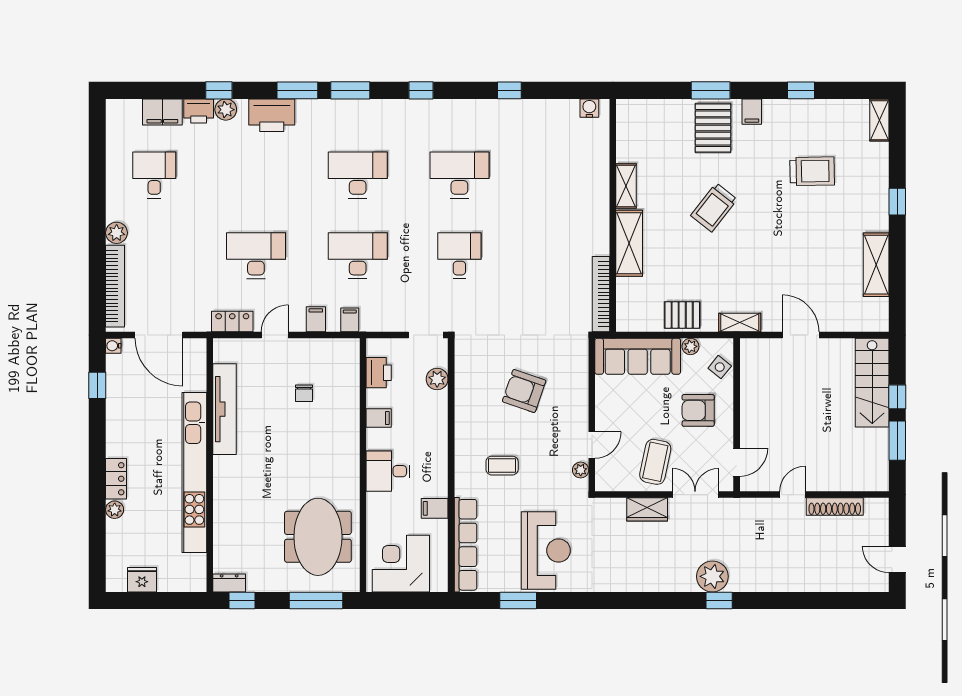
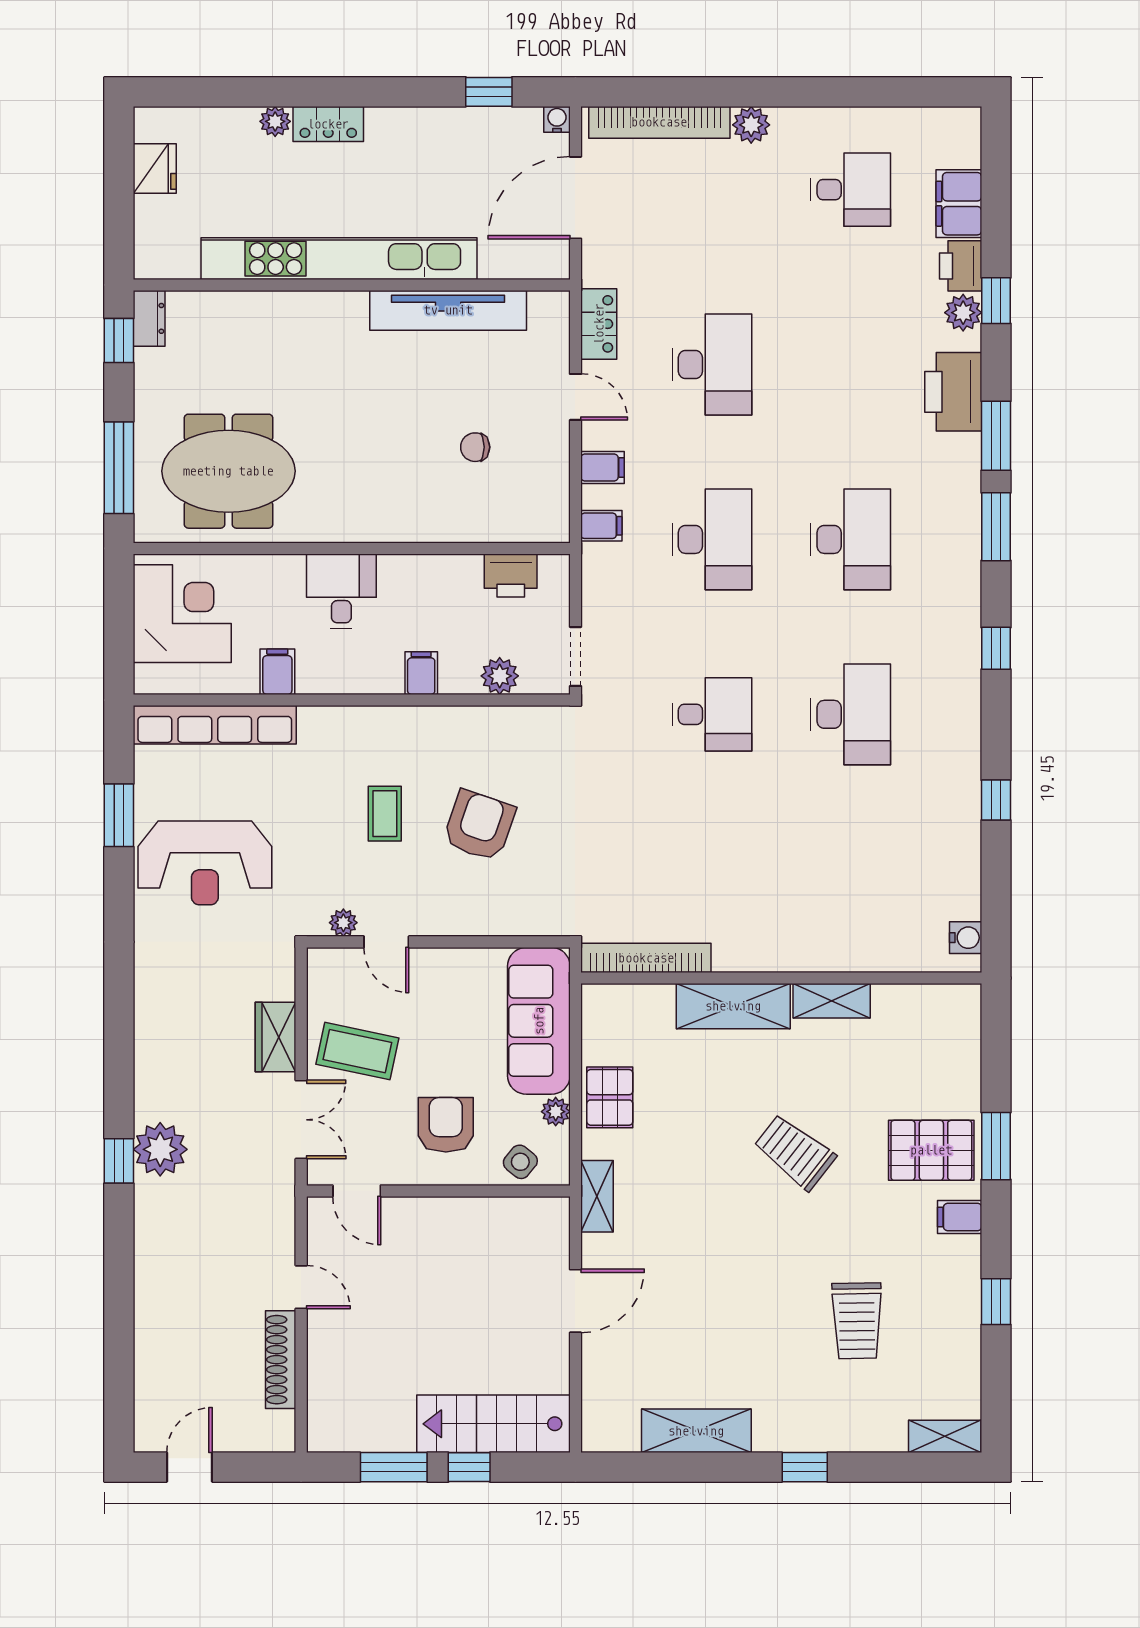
filing cabinet: (379, 418) -> (421, 673), moved, turned 180
coffee table: (502, 466) -> (385, 814), moved

